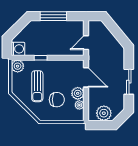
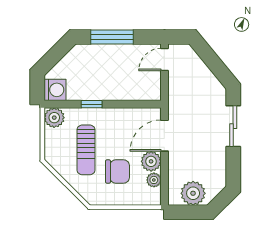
door: (86, 43) -> (164, 59), moved
door: (86, 77) -> (164, 136), swing flipped
sliding door: (129, 82) -> (233, 126), moved

